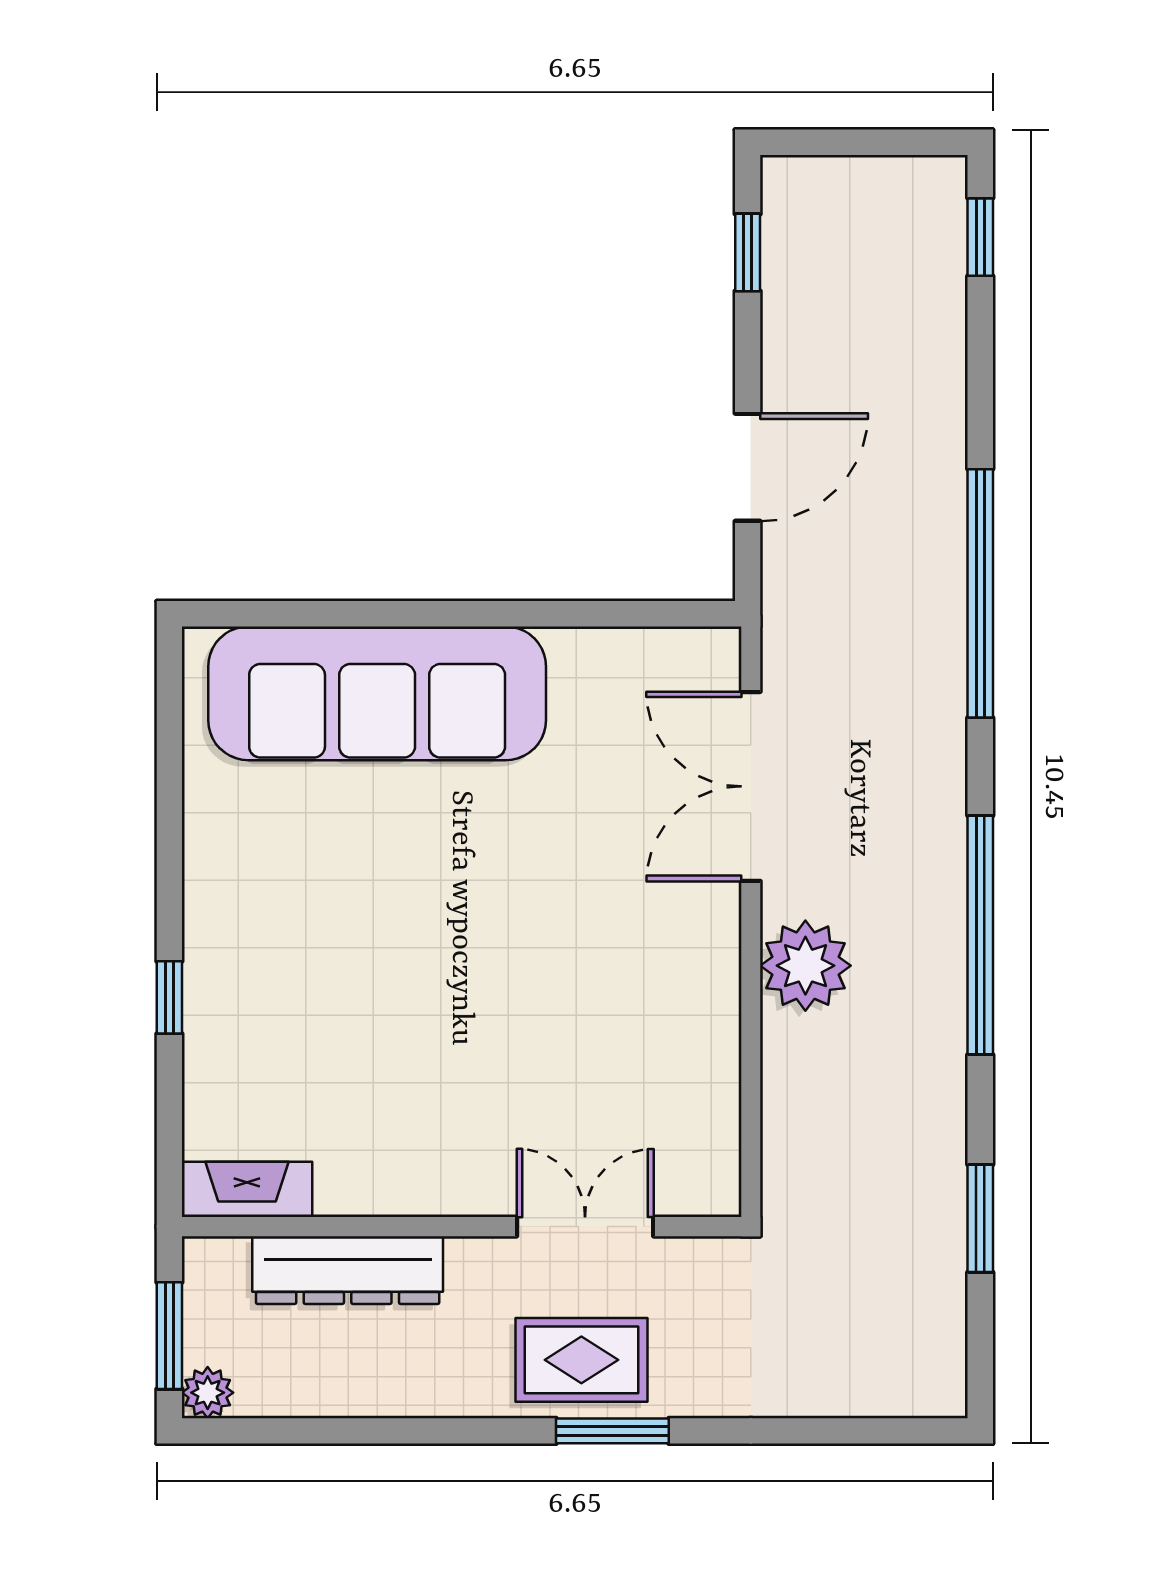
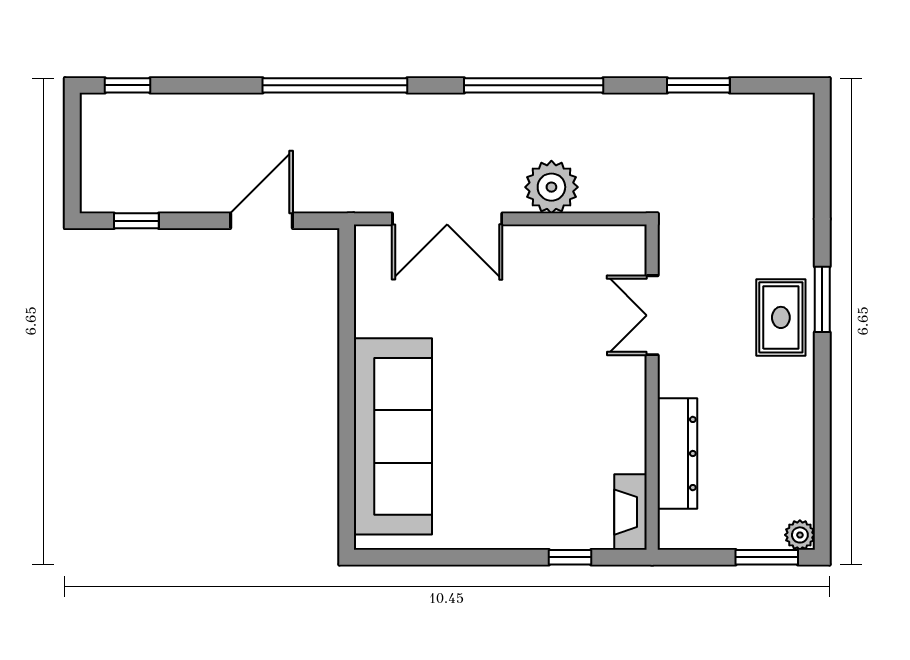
door: (748, 467) -> (261, 221), hinge flipped
fireplace: (247, 1189) -> (630, 512), moved
wall: (462, 1227) -> (652, 387), moved
double door: (585, 1227) -> (652, 315), moved
dresser: (348, 1270) -> (677, 454), moved

